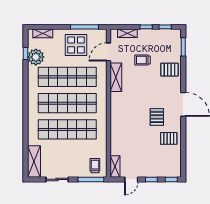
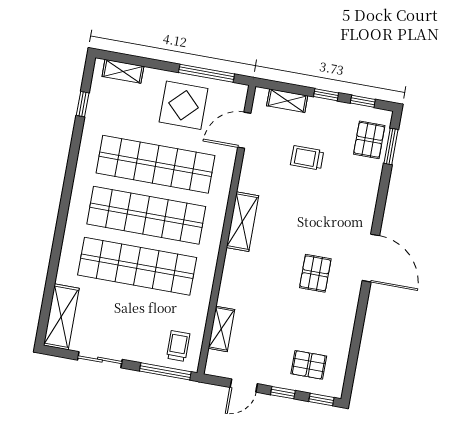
plant: (36, 57) -> (101, 115), removed
pallet: (169, 70) -> (369, 140), moved, turned 90
shelving: (116, 77) -> (242, 222), moved
pallet: (169, 138) -> (309, 365), moved
shelving: (115, 167) -> (221, 329), moved

